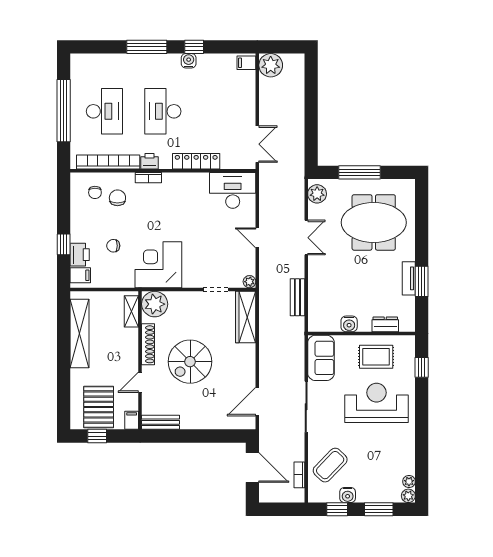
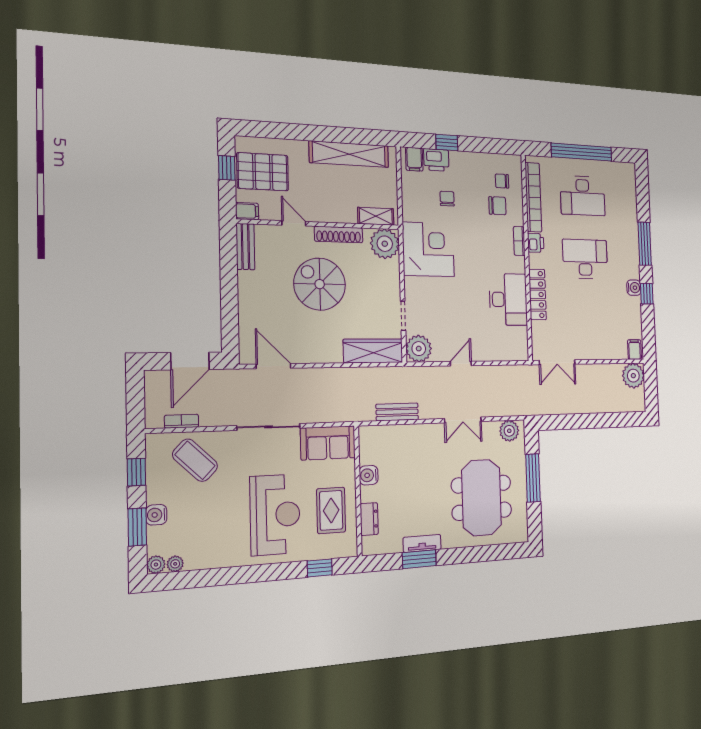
desk: (233, 190) -> (508, 299), moved
plant: (249, 282) -> (419, 349), width x1.88, depth x1.88
water cooler: (348, 495) -> (156, 515), moved

